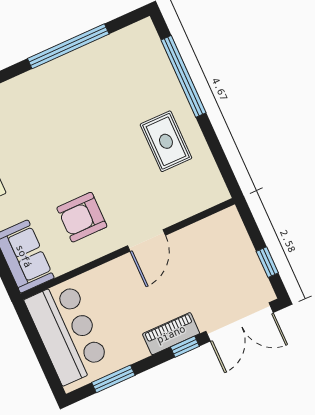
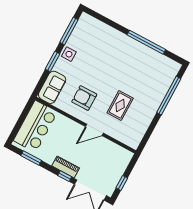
rug: (166, 141) -> (120, 106), moved

